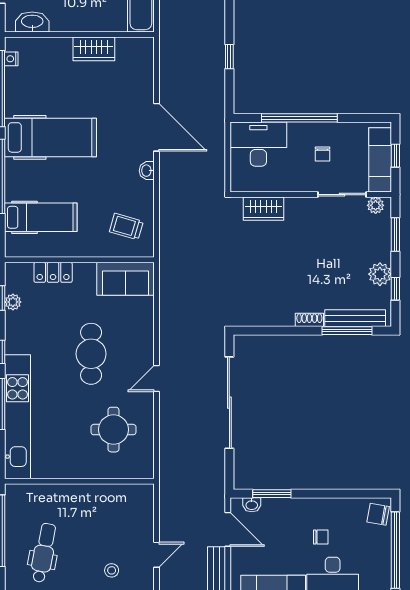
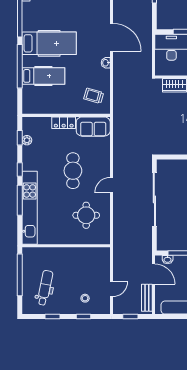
hospital bed: (41, 217) -> (43, 76), moved
locker: (53, 272) -> (64, 123), moved

